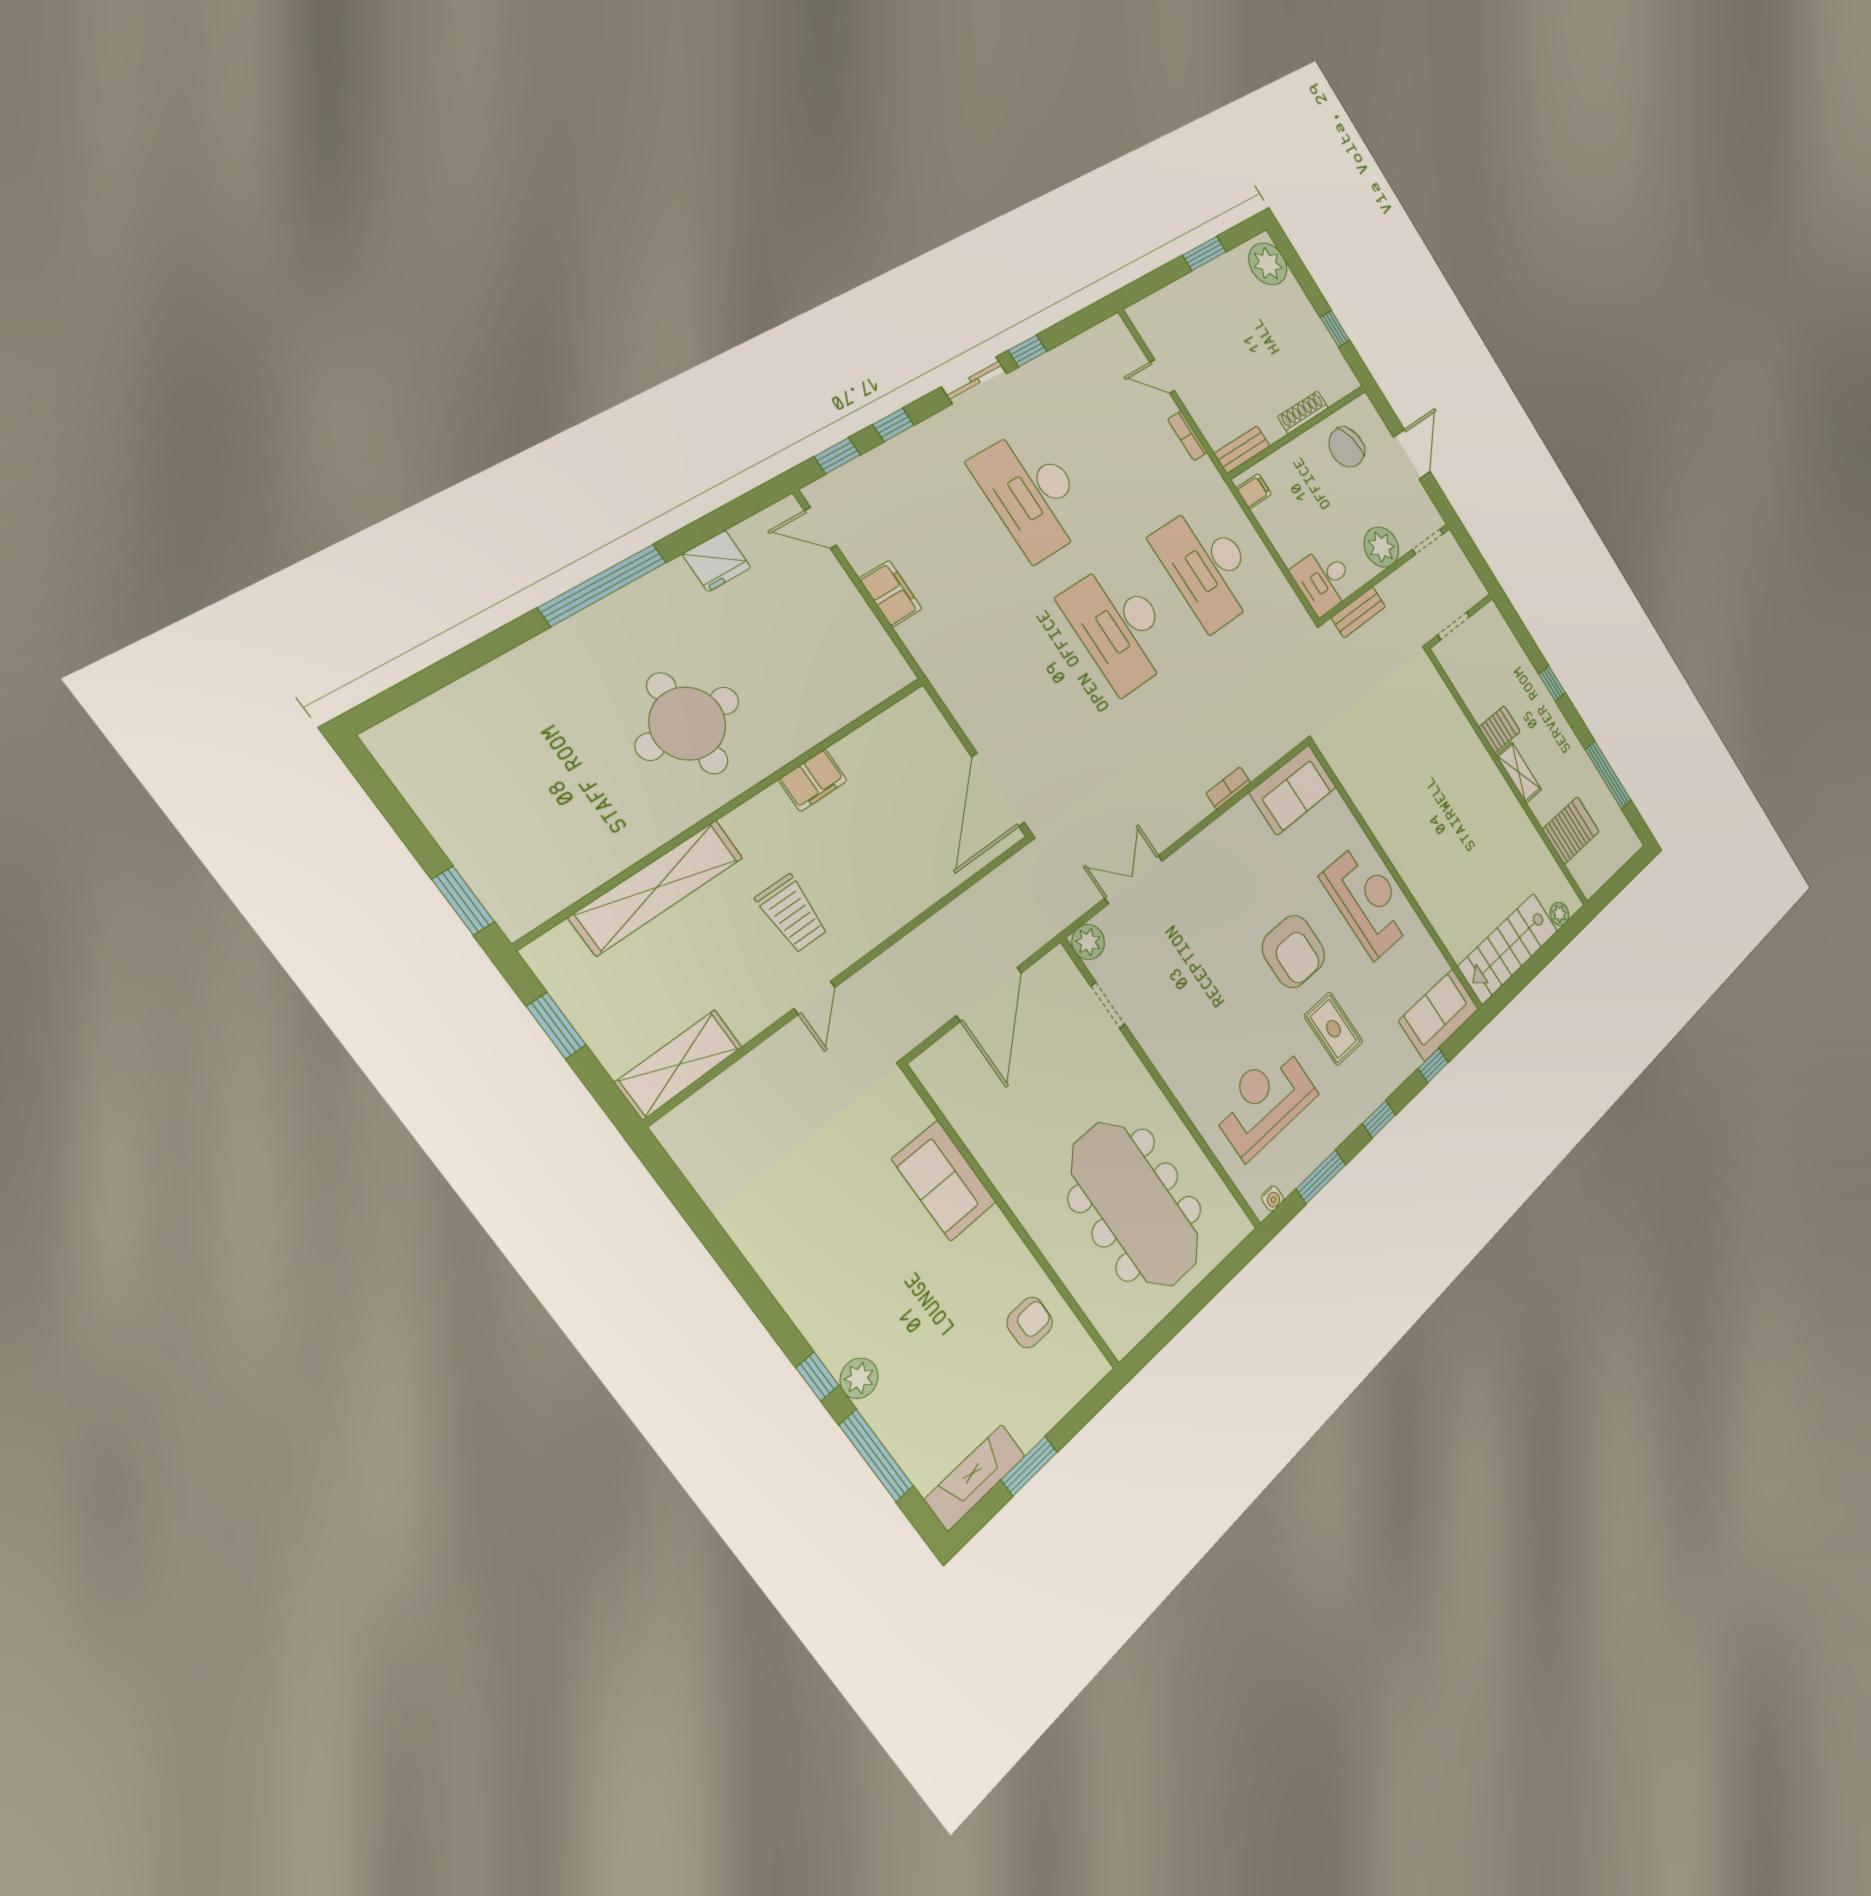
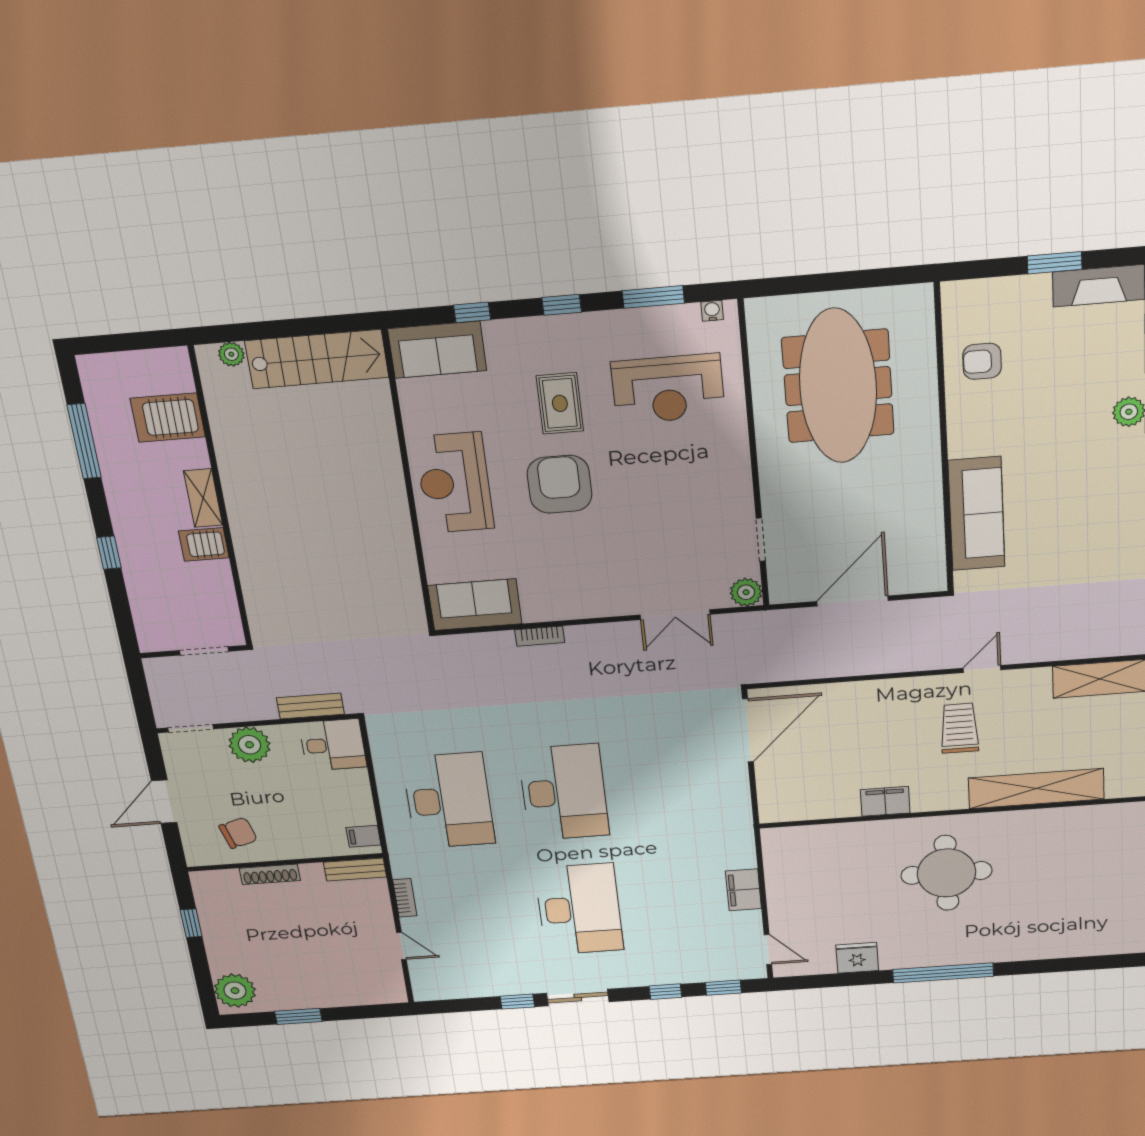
chair: (1347, 447) -> (238, 833), width x0.73, depth x0.73
sofa: (944, 1181) -> (977, 514), width x1.36

